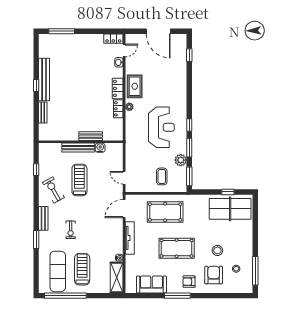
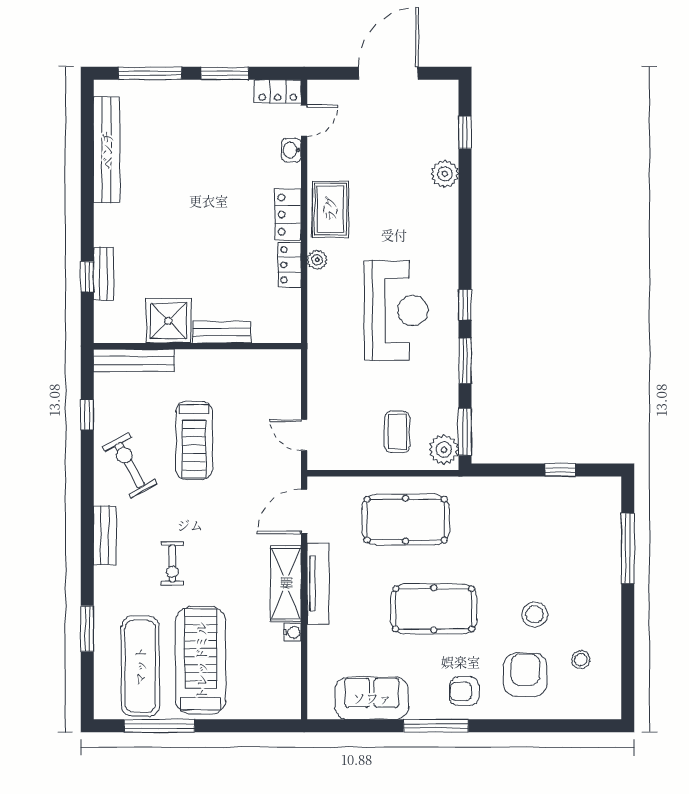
window: (92, 31) -> (225, 73), added
door: (158, 31) -> (388, 73), swing flipped
plant: (181, 72) -> (445, 174), added
bench: (44, 80) -> (107, 150), moved
window: (36, 85) -> (87, 277), moved
shower: (69, 132) -> (168, 321), added
bench: (78, 148) -> (134, 360), moved
water cooler: (100, 148) -> (245, 361), removed
plant: (181, 160) -> (444, 450), moved
treadmill: (79, 180) -> (194, 441), turned 180
table tennis table: (230, 209) -> (566, 512), removed
window: (36, 240) -> (87, 629), moved
treadmill: (82, 269) -> (201, 661), width x1.37, depth x1.38
window: (255, 271) -> (628, 548), moved
shelving: (117, 277) -> (286, 583), moved
window: (65, 296) -> (159, 726), width x0.68

